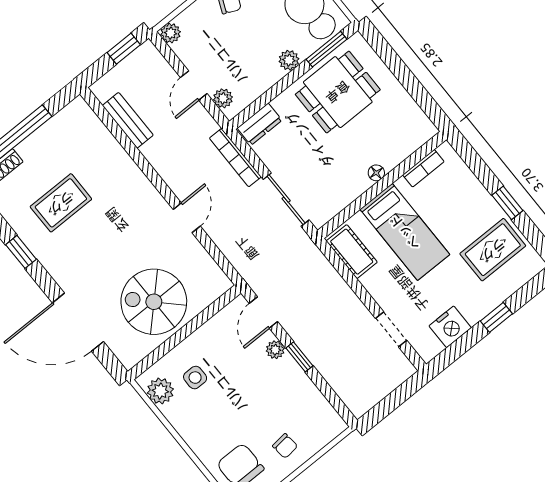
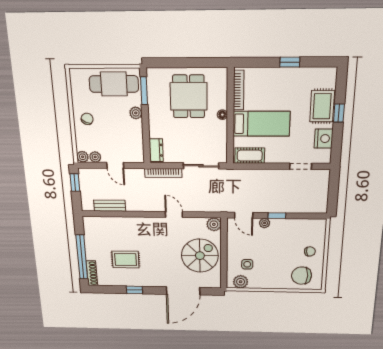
dining table: (338, 92) -> (189, 96), moved
plant: (223, 98) -> (95, 157), moved
bookcase: (423, 168) -> (239, 90), width x1.56
rug: (61, 203) -> (126, 259), turned 90
rug: (493, 250) -> (322, 106), moved
plant: (217, 283) -> (214, 224), added
spiral stairs: (154, 302) -> (200, 256), turned 180

